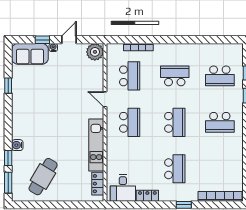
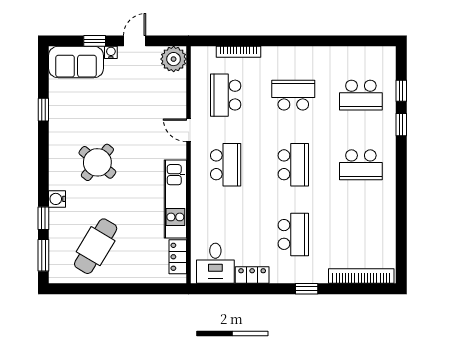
school desk: (130, 76) -> (226, 95), turned 180
round table: (44, 121) -> (97, 162), added

